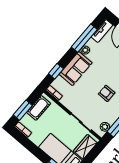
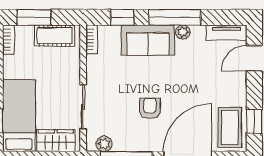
window: (84, 38) -> (175, 17), moved

